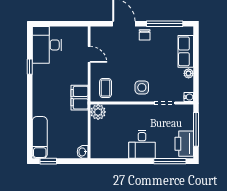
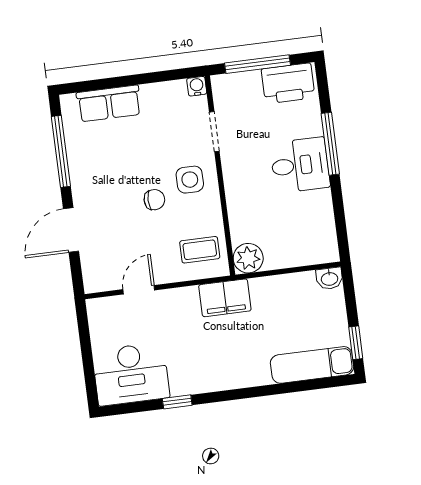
chair: (145, 35) -> (154, 200), moved
plant: (188, 73) -> (151, 93), removed
window: (170, 161) -> (330, 144), moved

